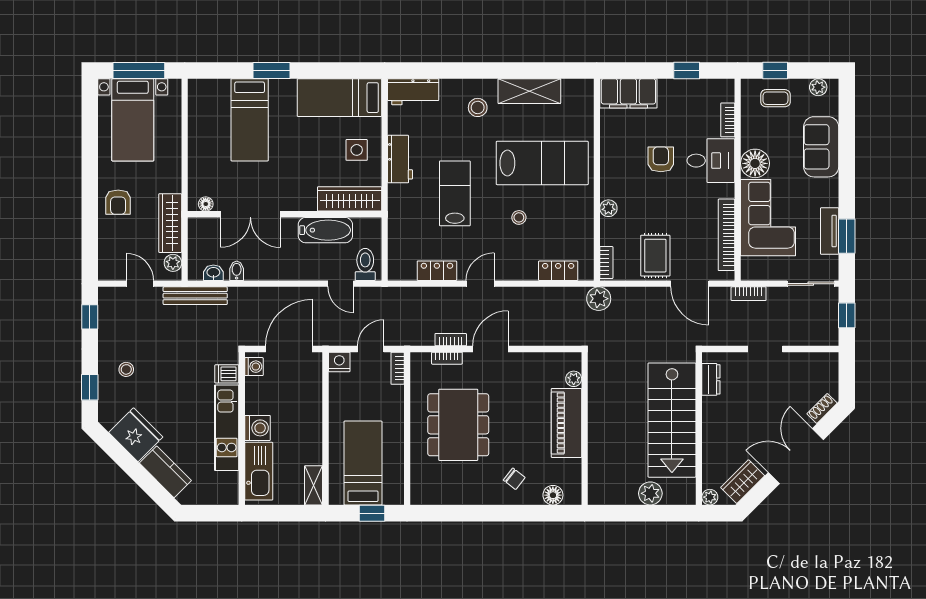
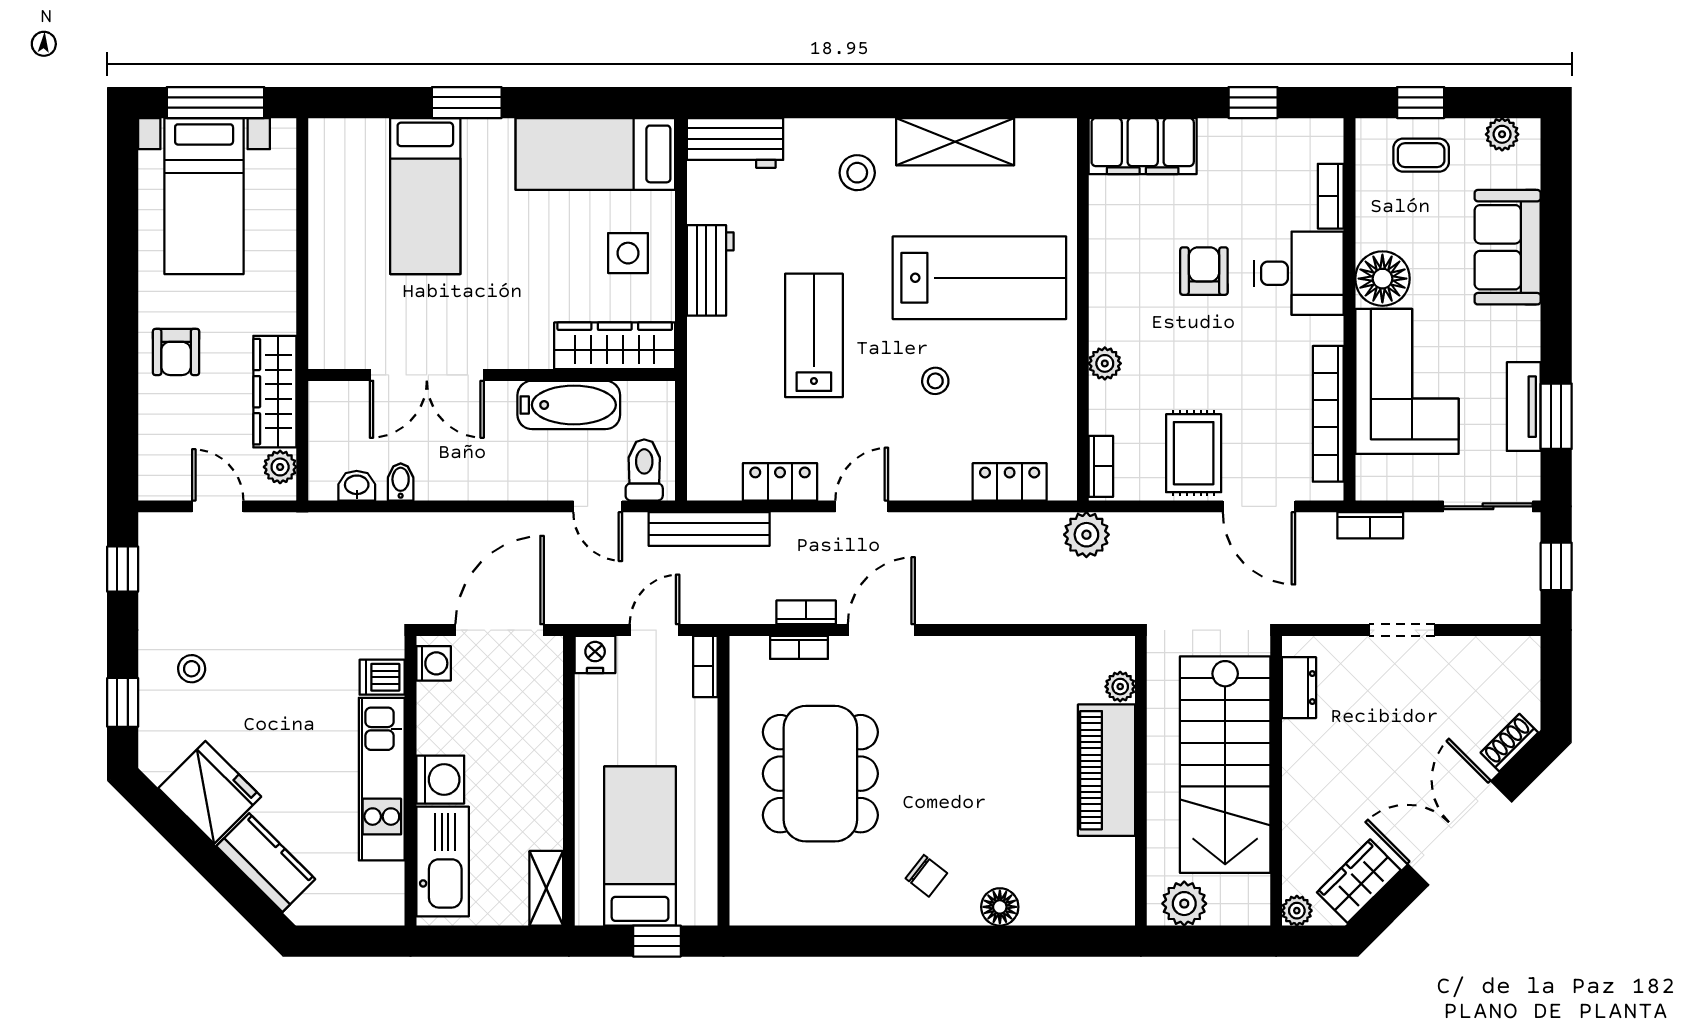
floor lamp: (206, 204) -> (342, 355), removed
bench: (195, 296) -> (709, 529), moved
plant: (574, 379) -> (1120, 687), moved
piano: (566, 423) -> (1106, 770), moved
wall: (585, 429) -> (1141, 781), moved

